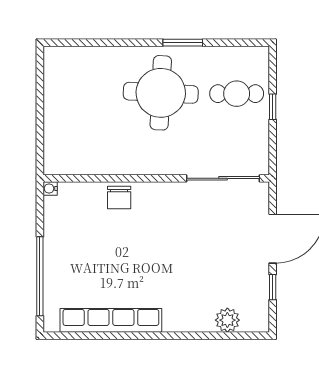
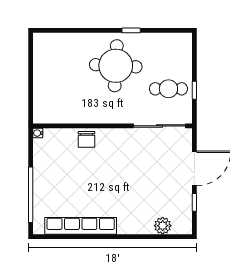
window: (183, 43) -> (131, 30), width x0.67
cafe table: (237, 94) -> (168, 89), moved
window: (273, 107) -> (194, 90), moved

